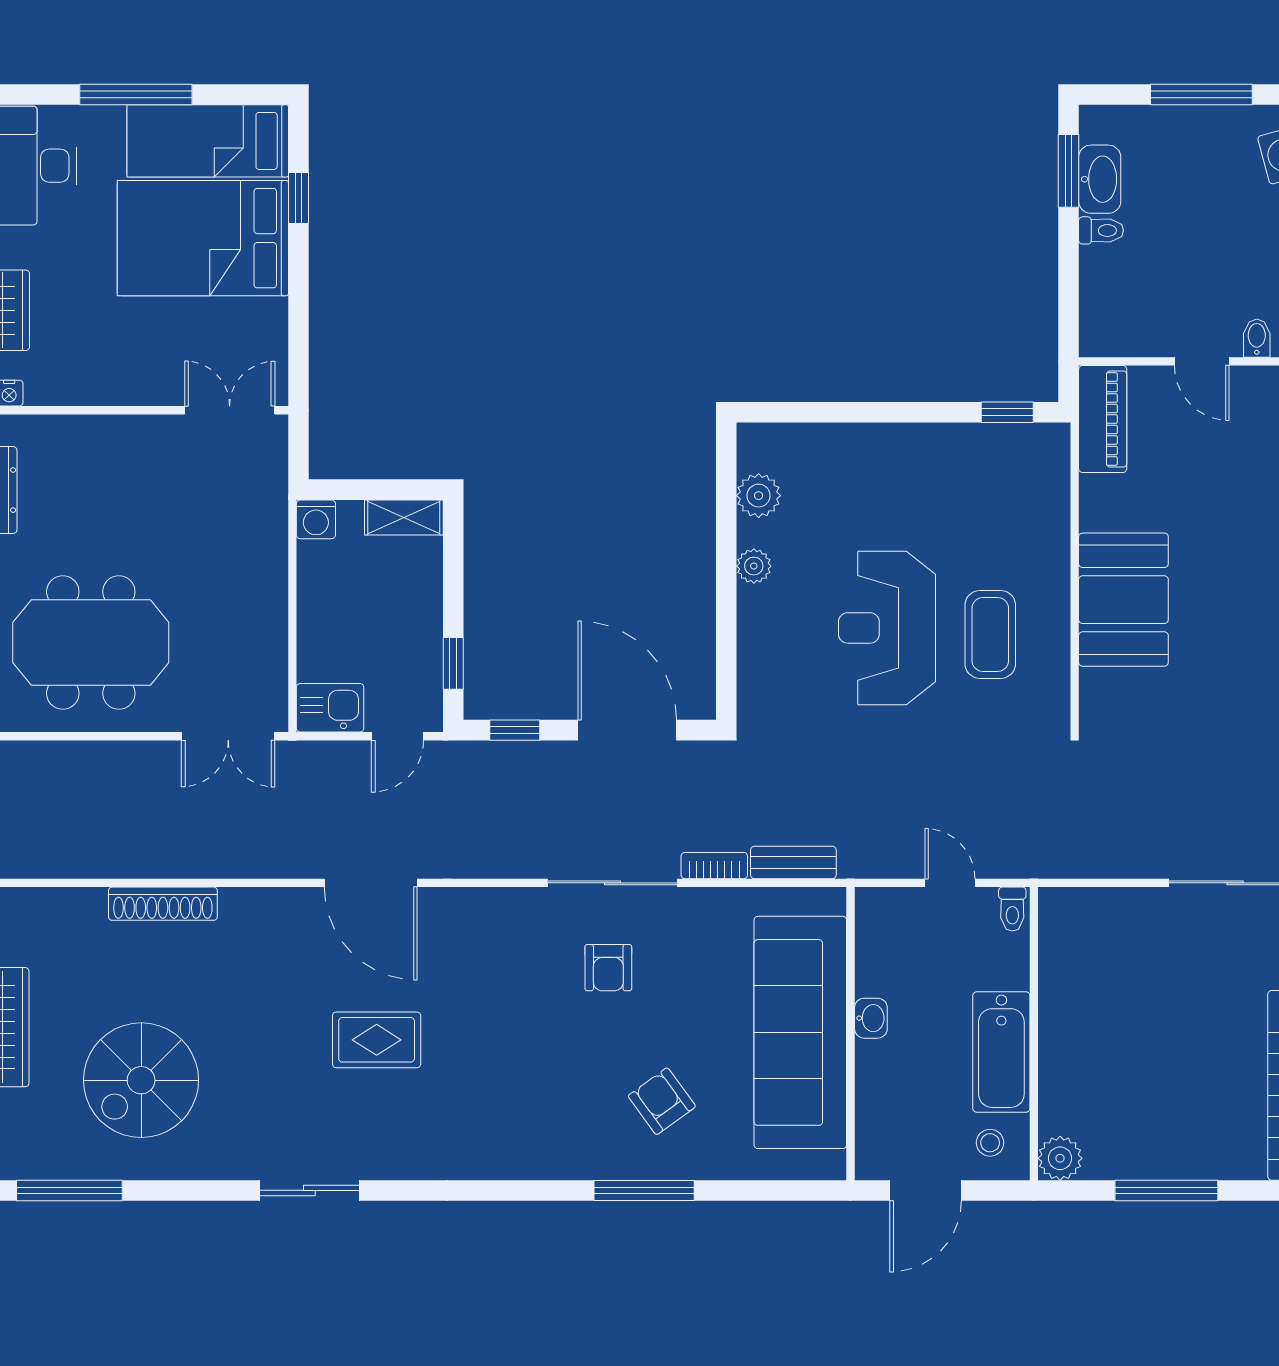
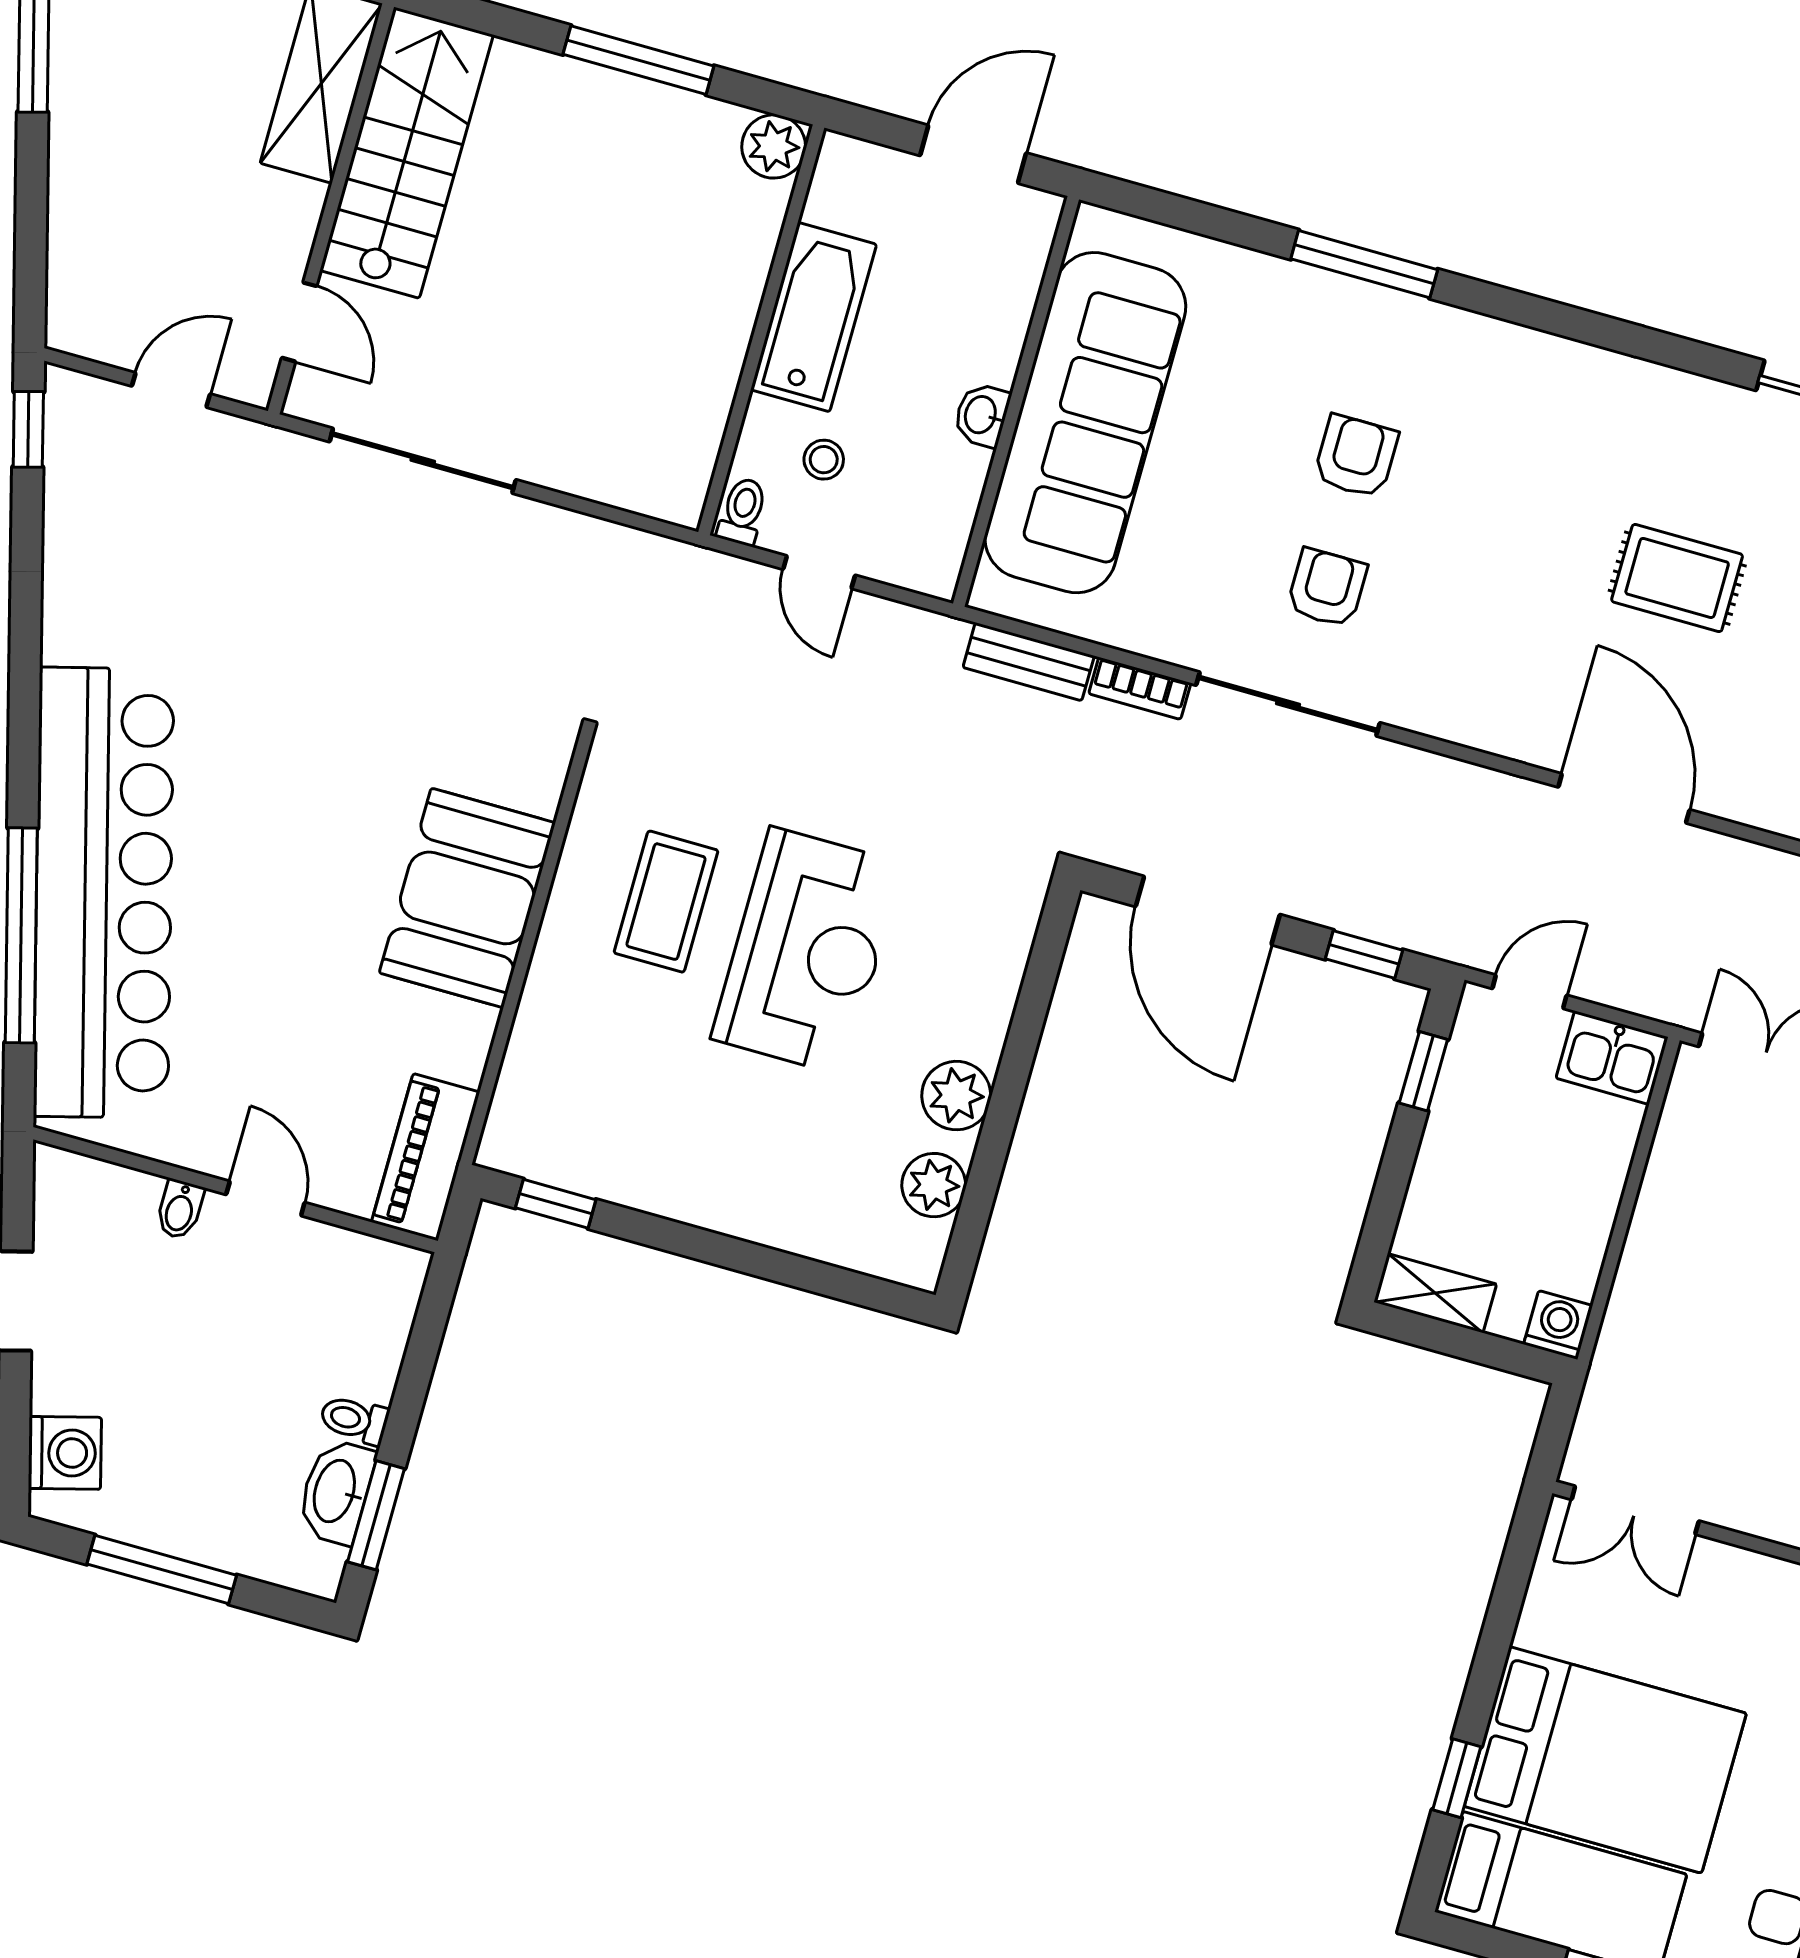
plant: (754, 566) -> (956, 1096), width x1.38, depth x1.38
armchair: (662, 1101) -> (1356, 456), moved, turned -144
stool: (990, 1143) -> (824, 460), moved

